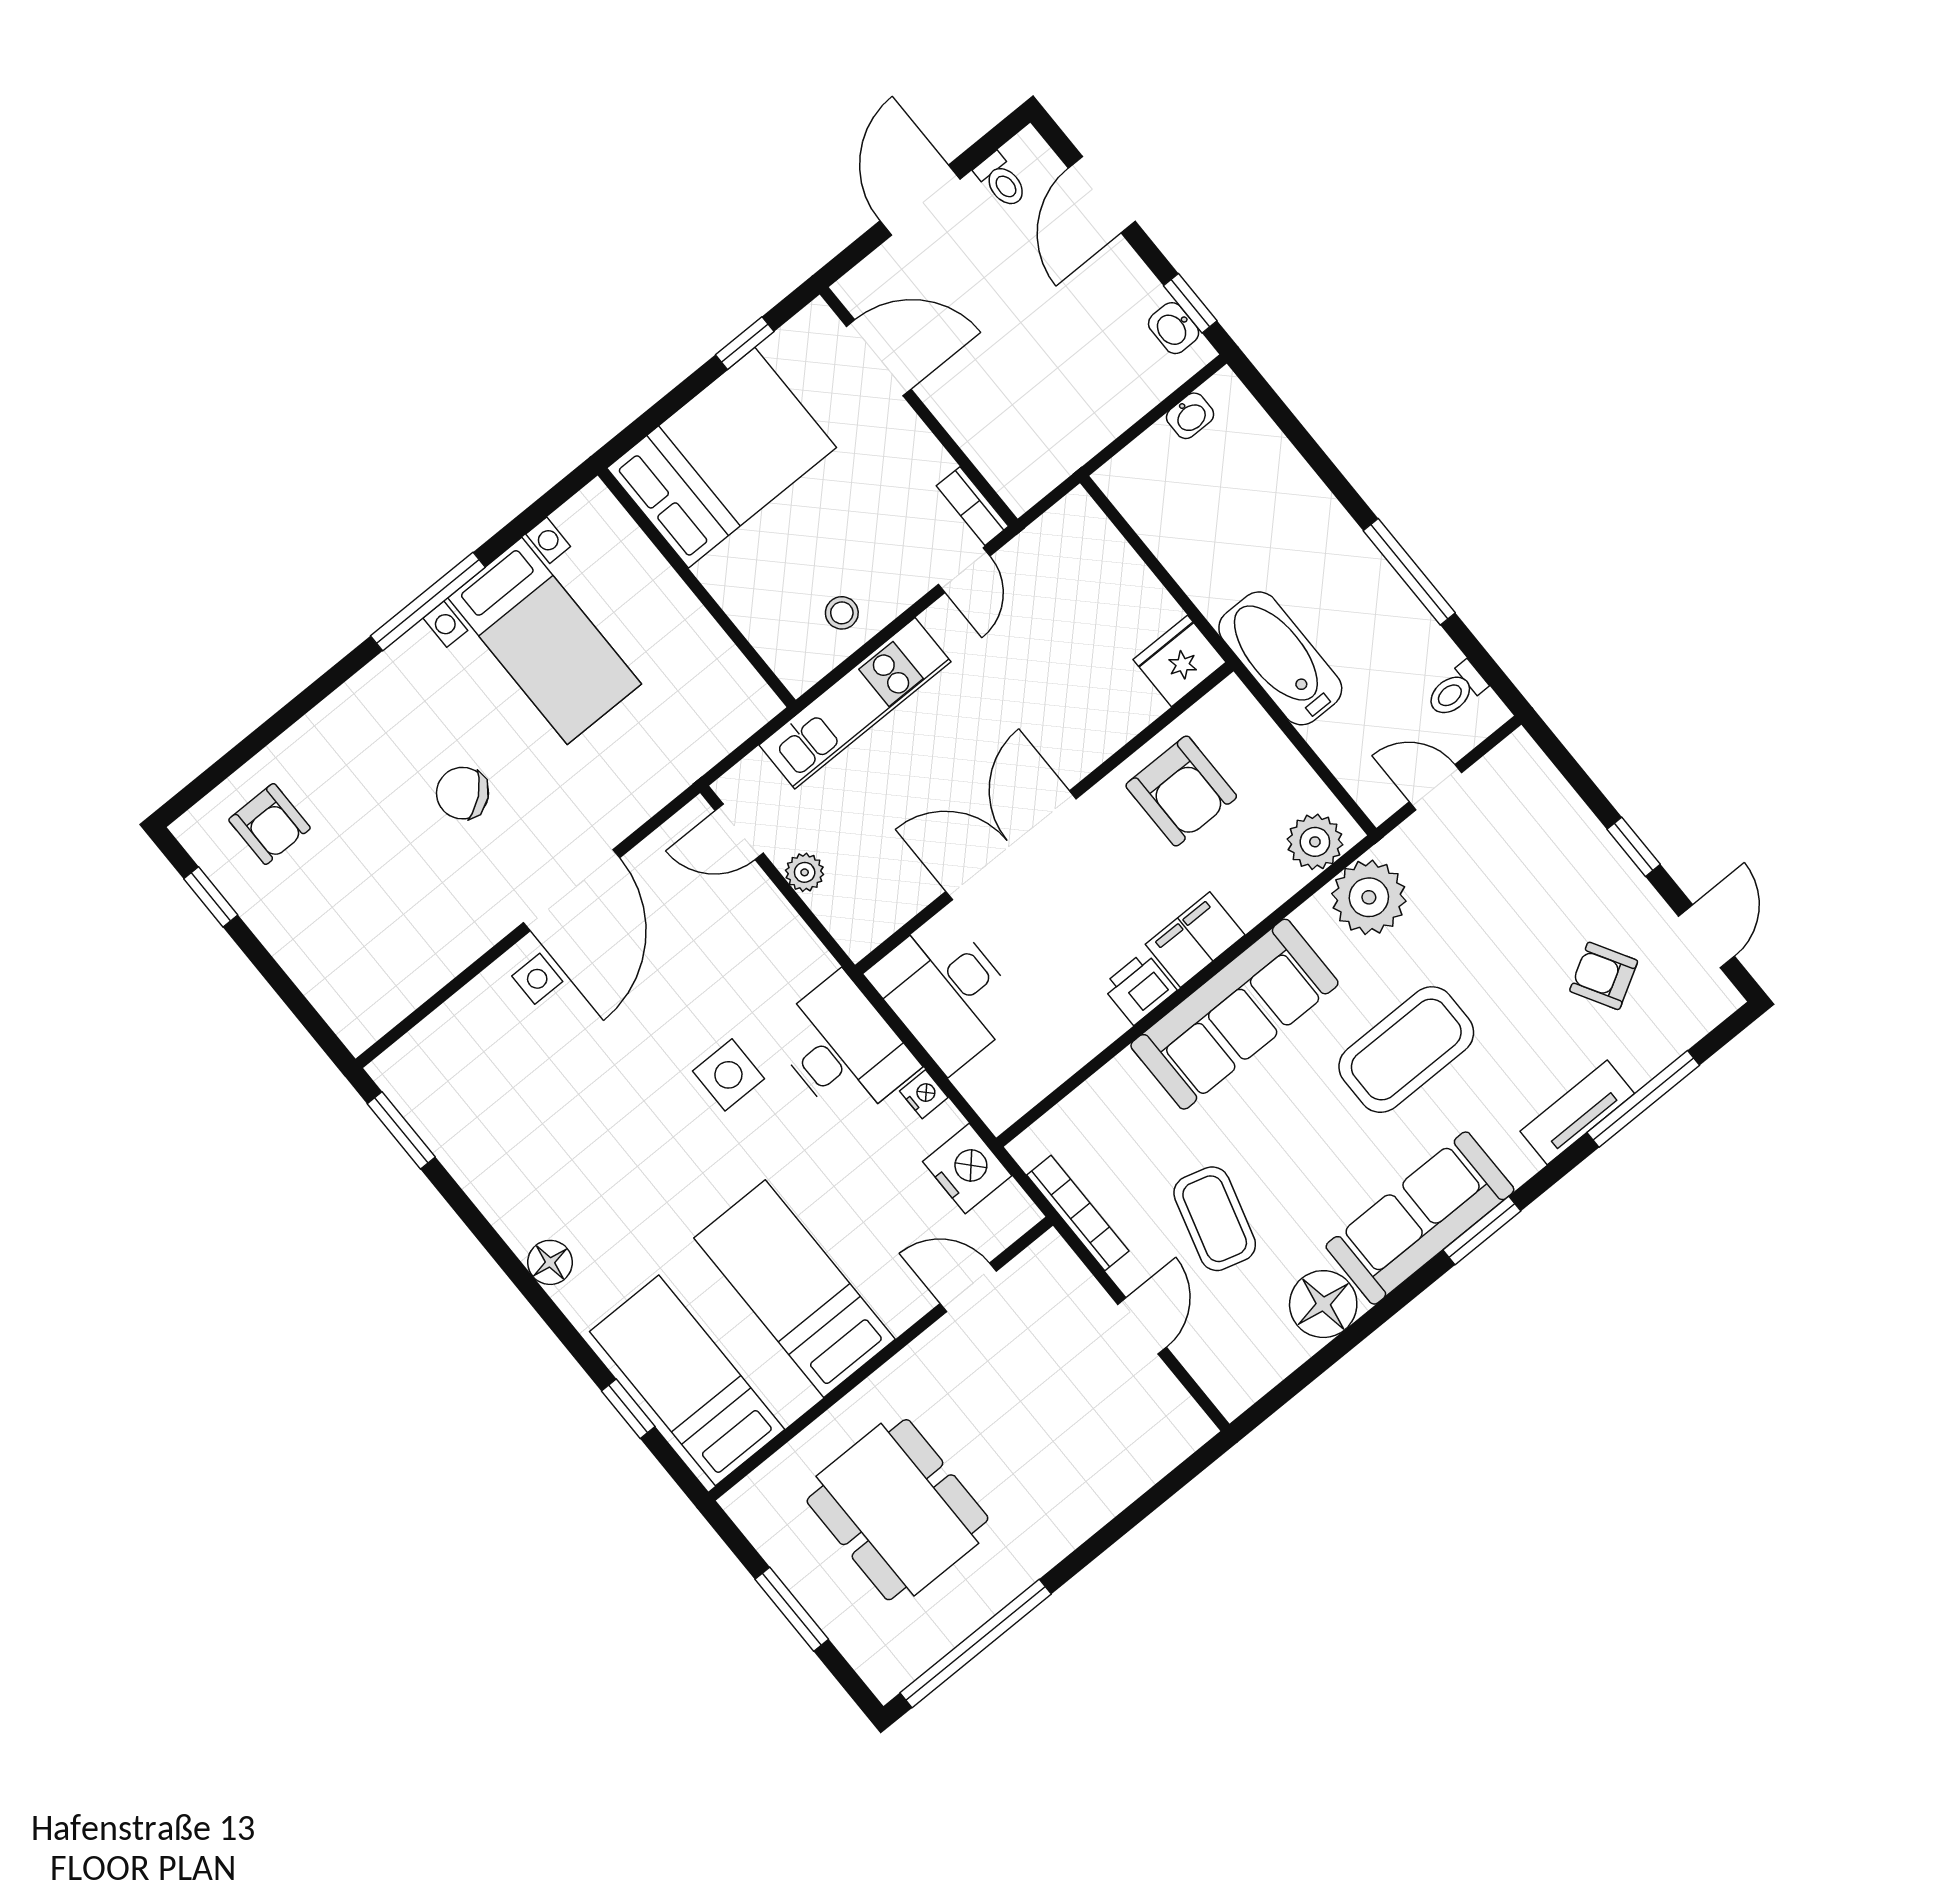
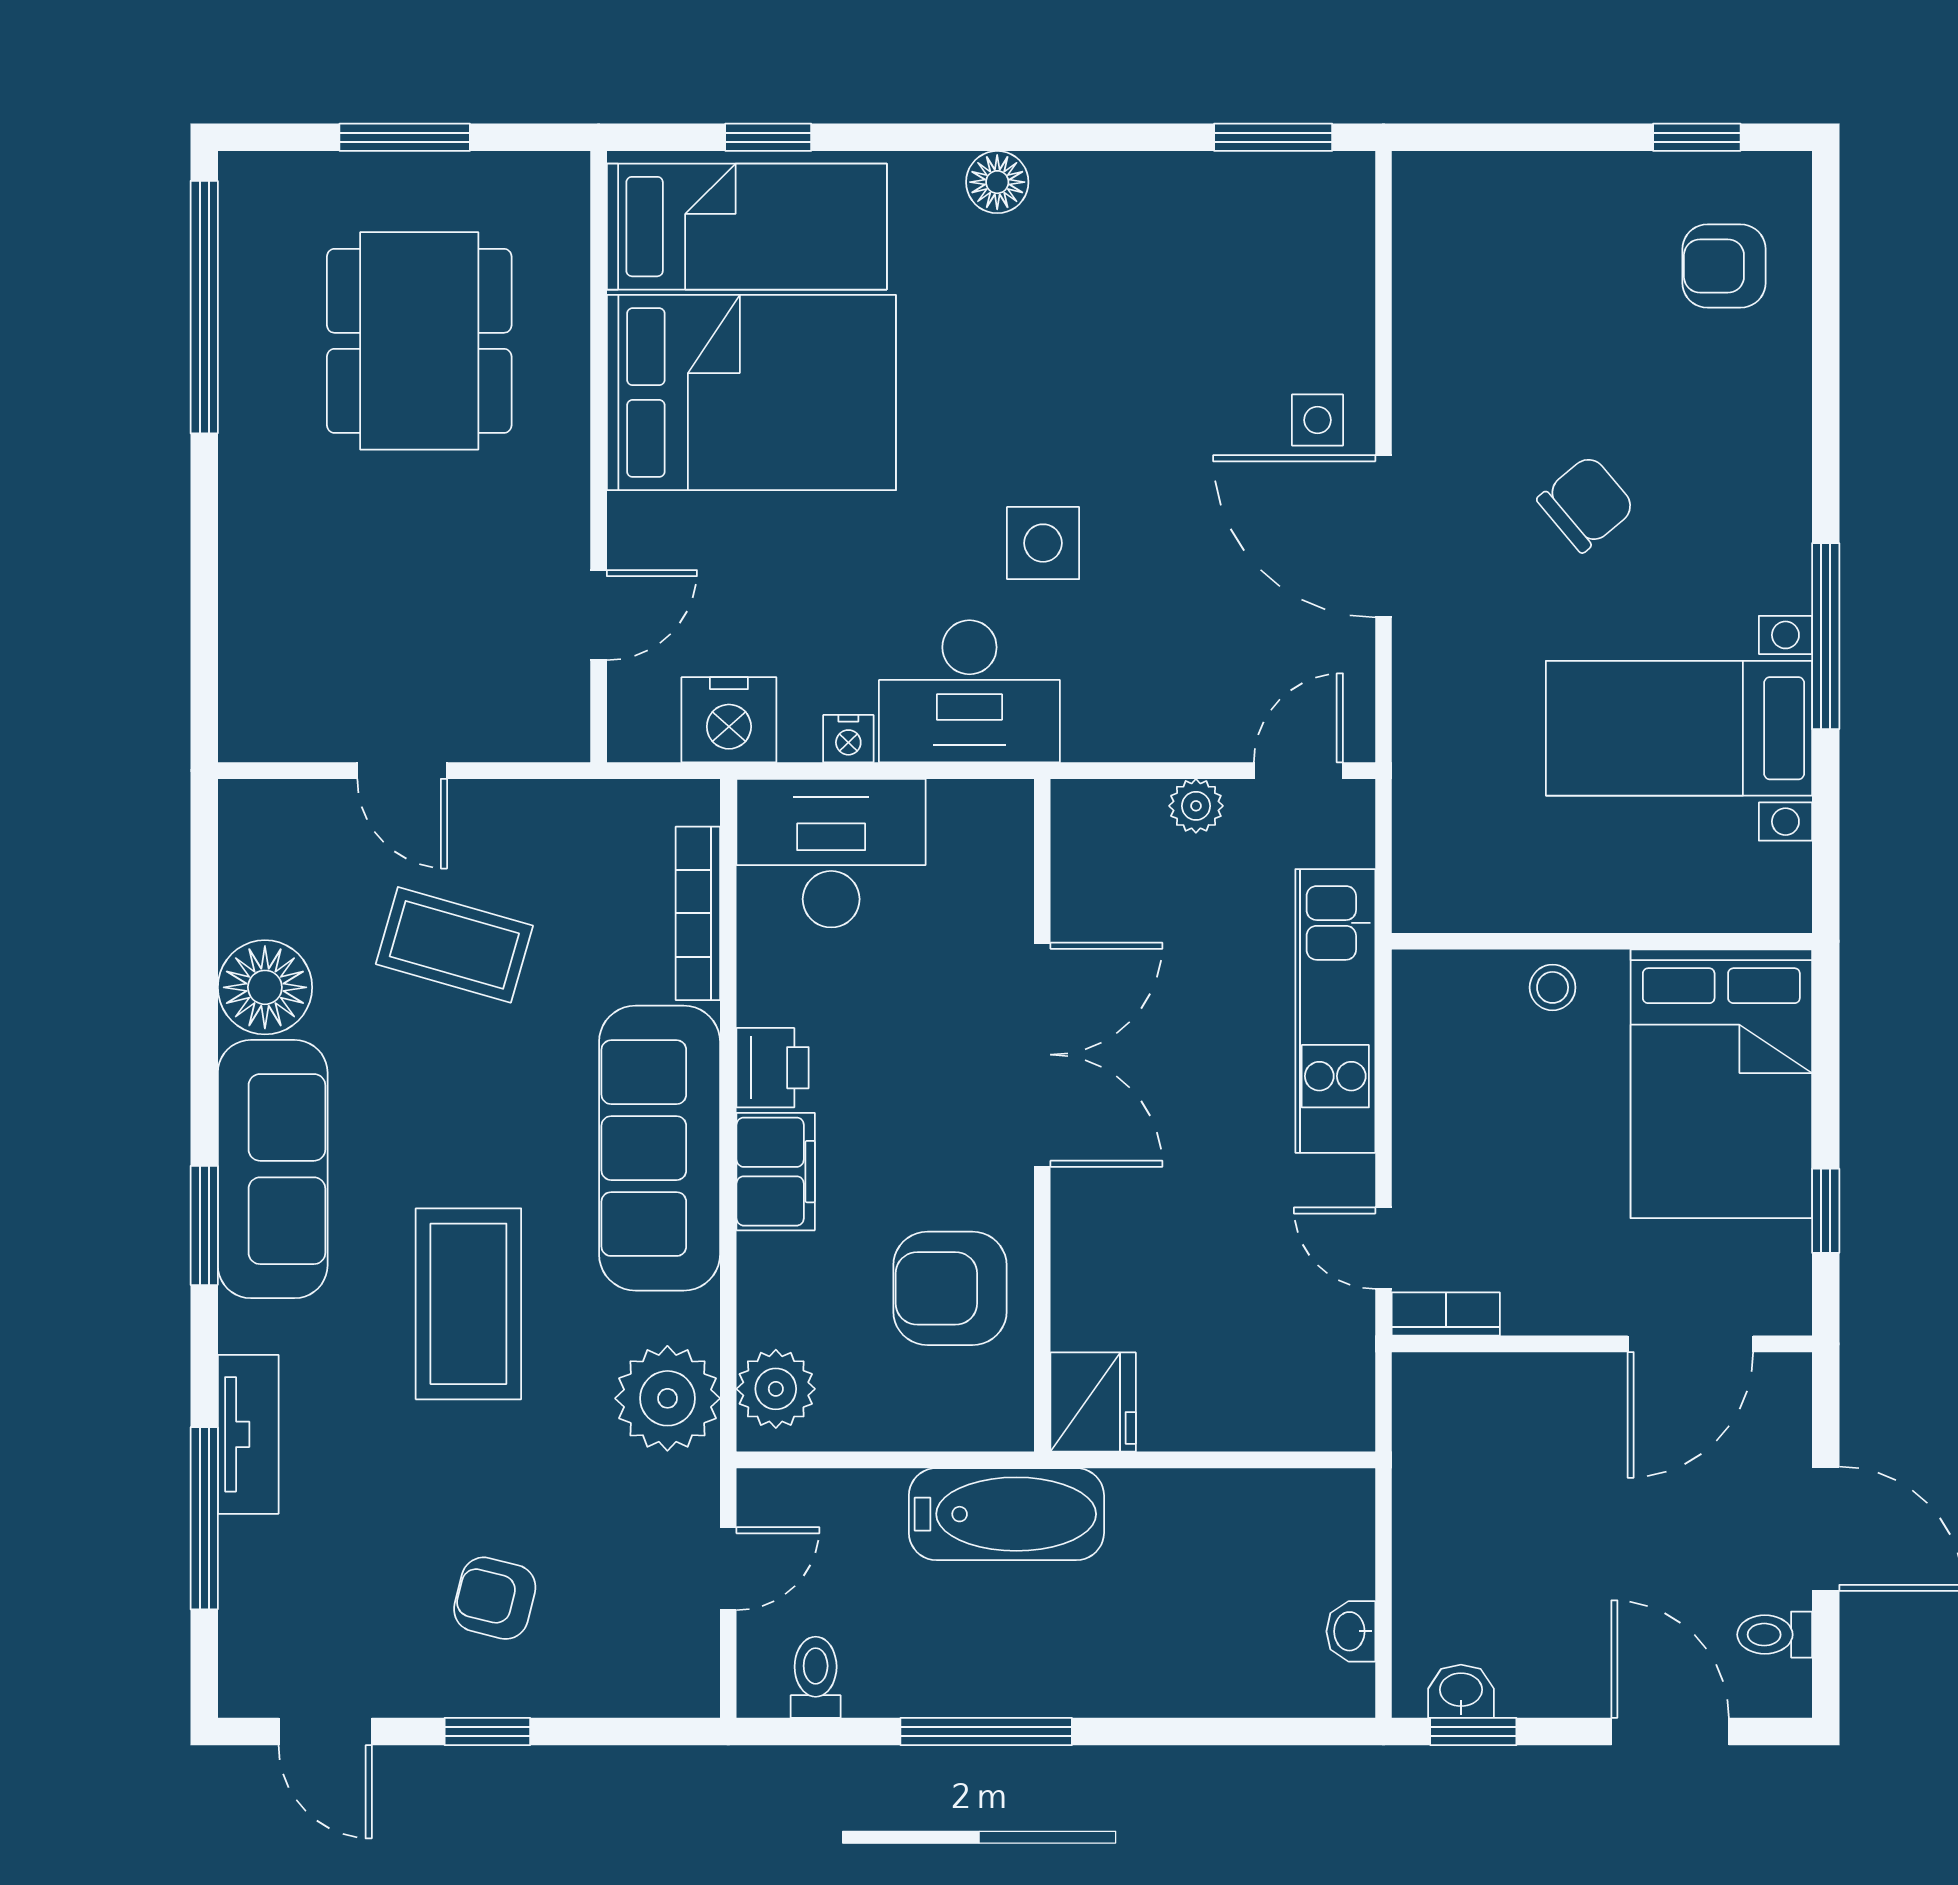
stool: (842, 613) -> (1553, 987), moved
armchair: (1604, 976) -> (495, 1598), moved, turned -136
desk: (946, 993) -> (831, 853), moved
bookcase: (1078, 1213) -> (698, 913), moved, turned 90
bed: (795, 1289) -> (751, 393), width x1.50
dining table: (897, 1510) -> (419, 341), turned 90

